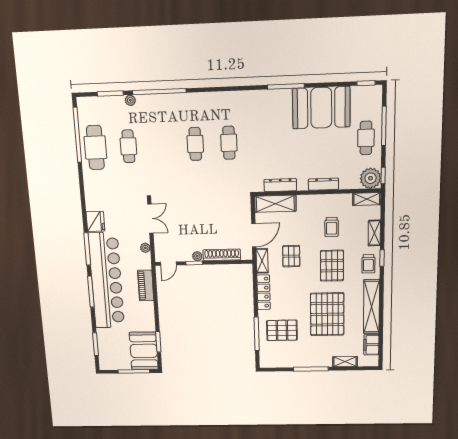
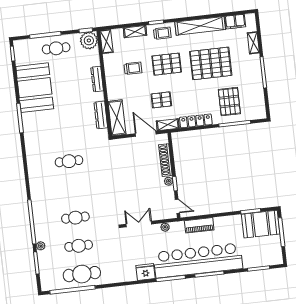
cafe table: (195, 144) -> (75, 218), moved

